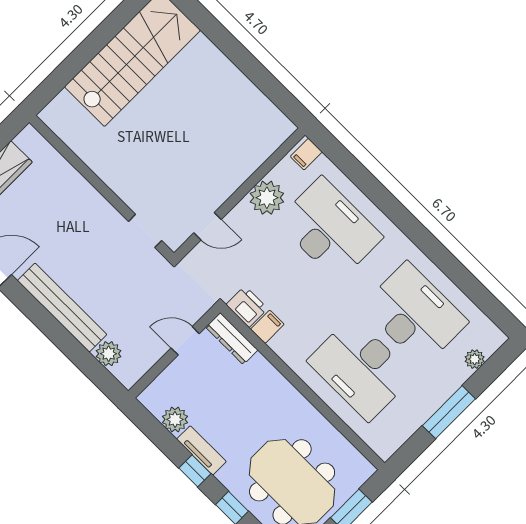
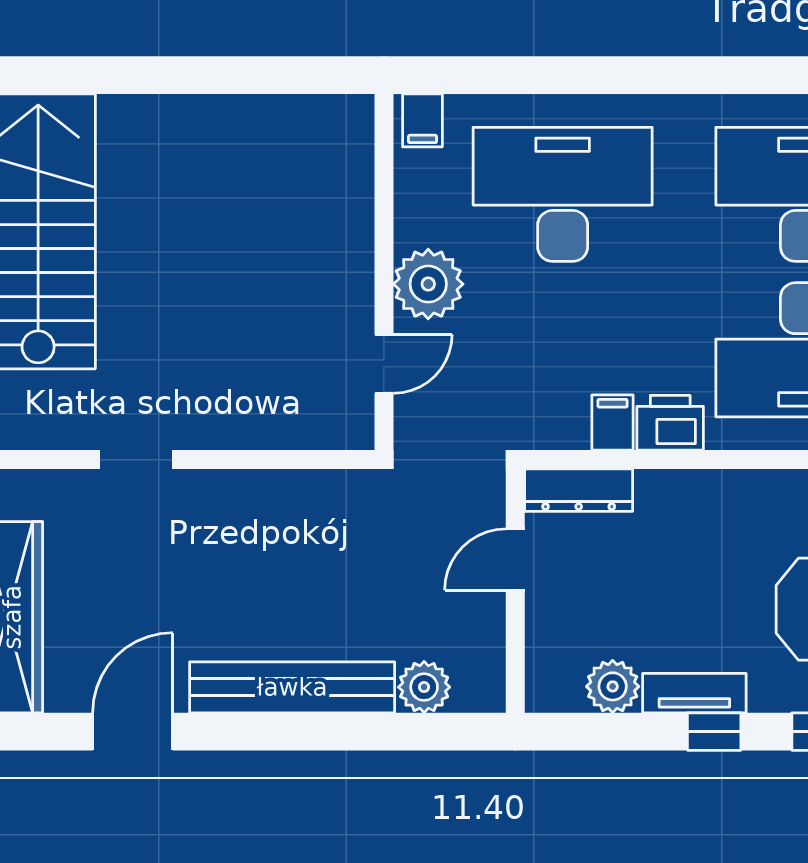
plant: (267, 198) -> (428, 284), moved
doorway: (145, 231) -> (136, 460), moved
printer: (247, 307) -> (670, 423), moved

